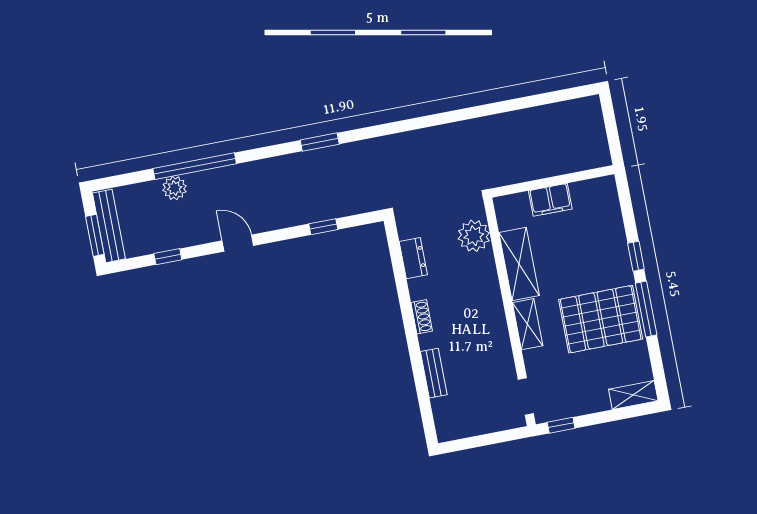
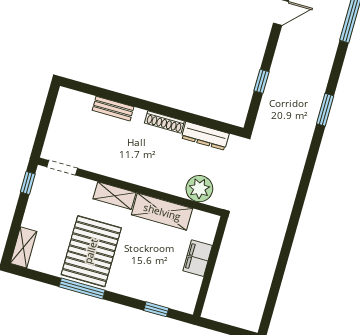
window: (636, 256) -> (156, 309), moved
dresser: (413, 258) -> (205, 136), width x1.44
shoe rack: (422, 317) -> (164, 122), width x1.43

